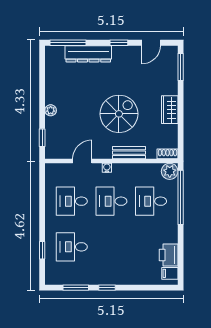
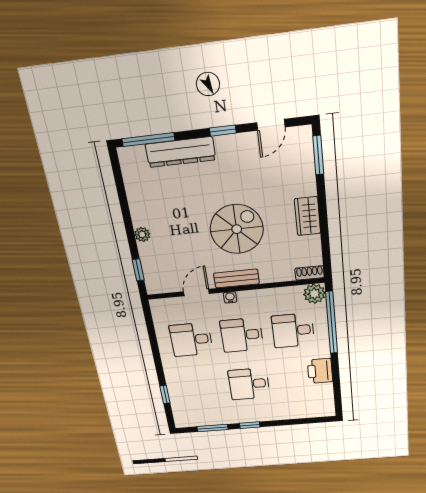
bench: (129, 153) -> (237, 279), moved
desk: (72, 247) -> (249, 384), moved
printer: (169, 255) -> (320, 371), moved
filing cabinet: (170, 273) -> (325, 405), removed

